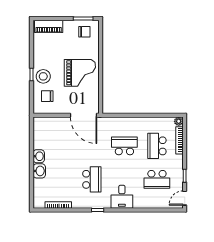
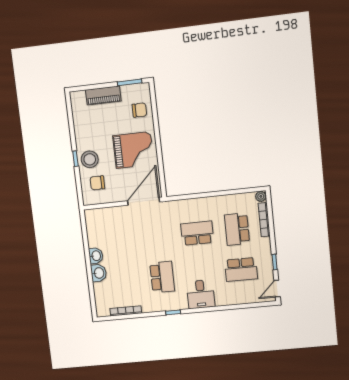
piano: (49, 26) -> (103, 95), moved
chair: (84, 32) -> (139, 110), moved
door: (84, 115) -> (144, 201), swing flipped

